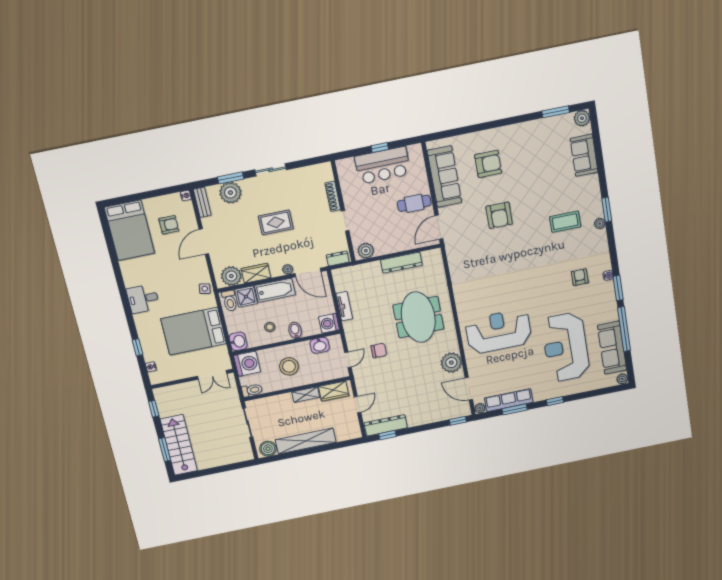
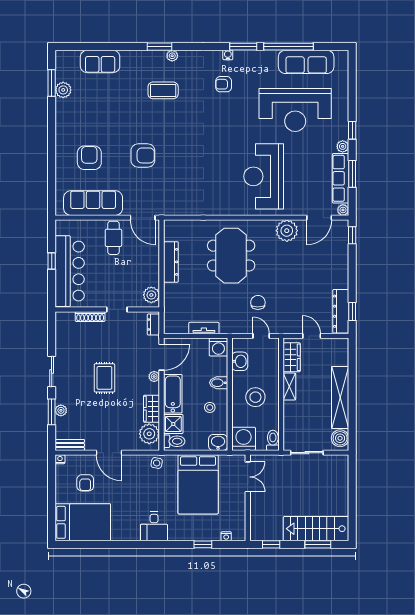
plant: (582, 118) -> (63, 90), moved
bar counter: (383, 165) -> (70, 271), width x1.36
plant: (230, 193) -> (61, 410), width x0.53, depth x0.53
coffee table: (565, 222) -> (163, 90), turned 90
armchair: (169, 225) -> (85, 483), turned 180
meeting table: (418, 317) -> (231, 256), turned 90
plant: (622, 379) -> (343, 146), moved

